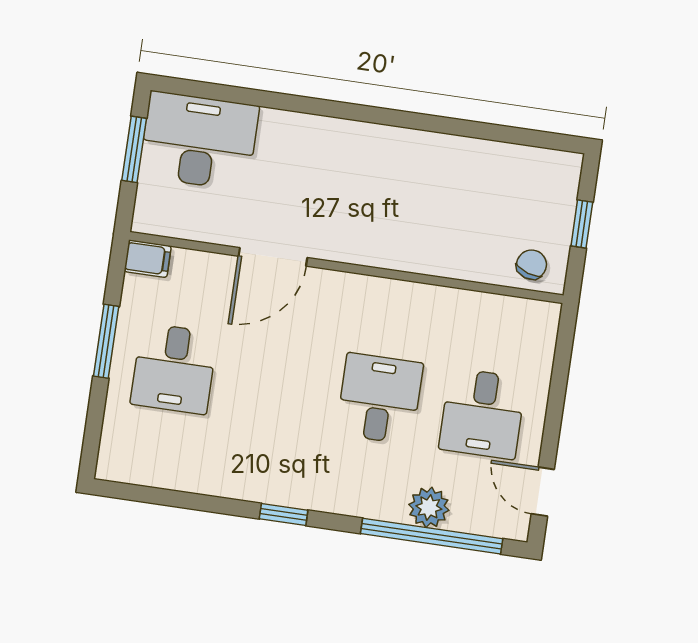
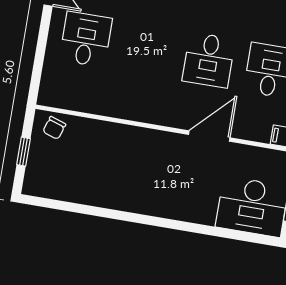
desk: (380, 399) -> (209, 60), moved

